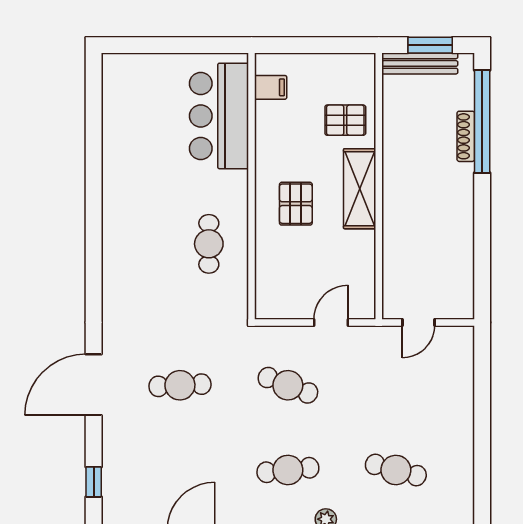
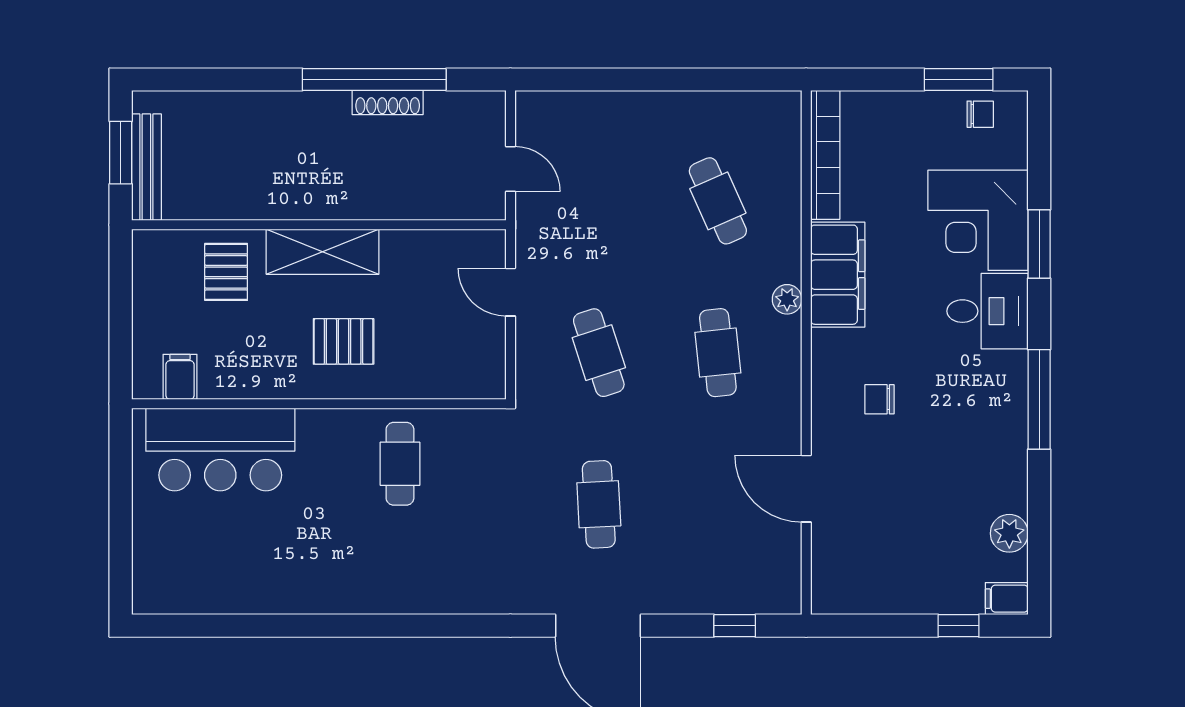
window: (482, 122) -> (374, 80), moved
shoe rack: (466, 136) -> (388, 103), moved
cafe table: (209, 244) -> (400, 464), turned 90
cafe table: (288, 385) -> (599, 353), turned -39
cafe table: (396, 470) -> (718, 201), turned -39

